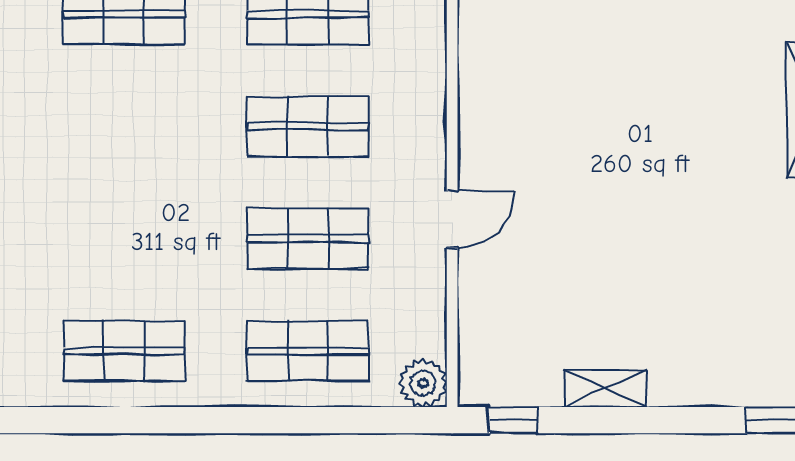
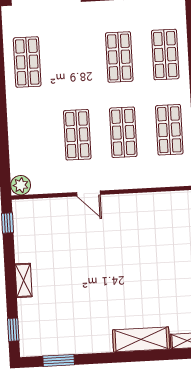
shop shelf: (308, 351) -> (119, 57), moved
shelving: (605, 389) -> (24, 280), moved

